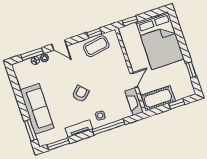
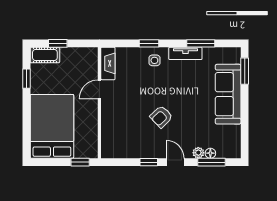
window: (94, 33) -> (149, 162), moved
coffee table: (96, 46) -> (131, 146), removed
armchair: (80, 94) -> (161, 117), moved
cot: (158, 98) -> (45, 55), moved, width x0.73, depth x0.75
window: (109, 127) -> (149, 43), width x0.46
window: (58, 144) -> (201, 43), moved

